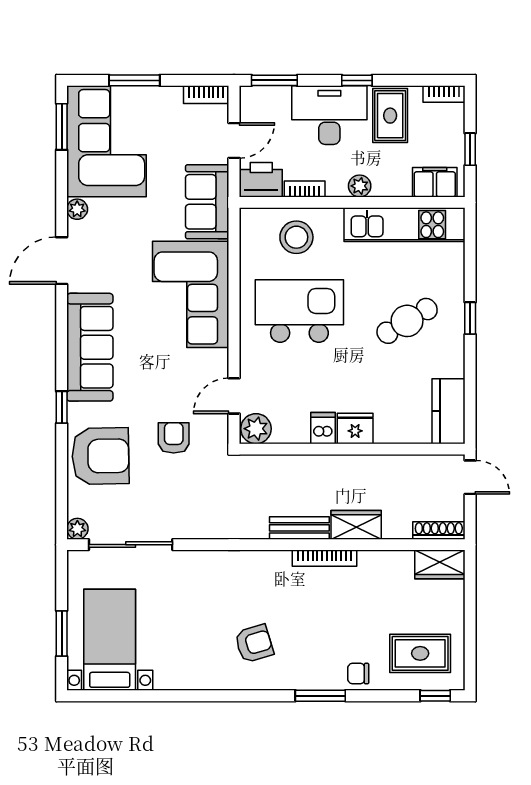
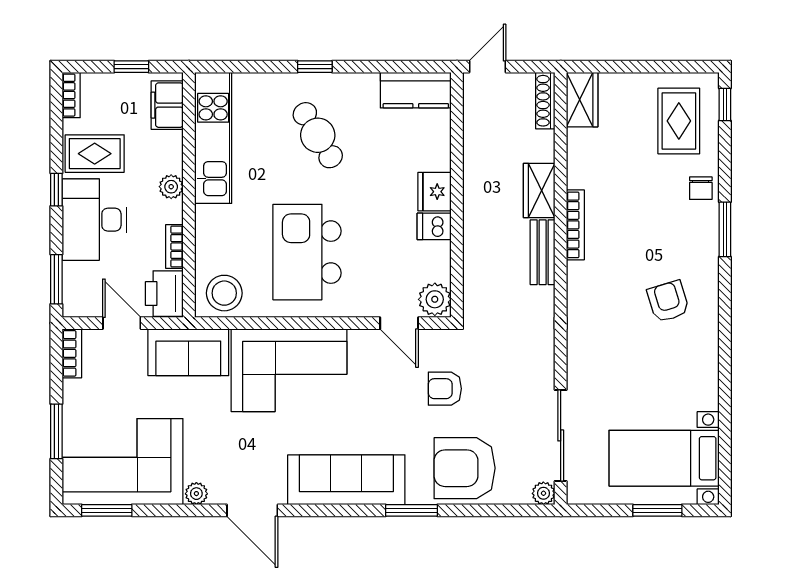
stool: (296, 237) -> (224, 293), moved
window: (62, 407) -> (411, 510), width x1.50
armchair: (100, 456) -> (465, 468), turned -89

